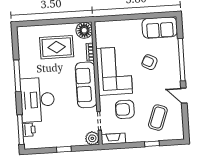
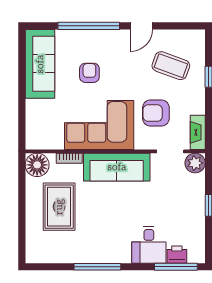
sofa: (160, 28) -> (40, 64), width x1.36
armchair: (149, 62) -> (89, 73), turned 153
desk: (37, 100) -> (149, 245), width x0.53, depth x0.77
armchair: (125, 109) -> (156, 113), turned 90

